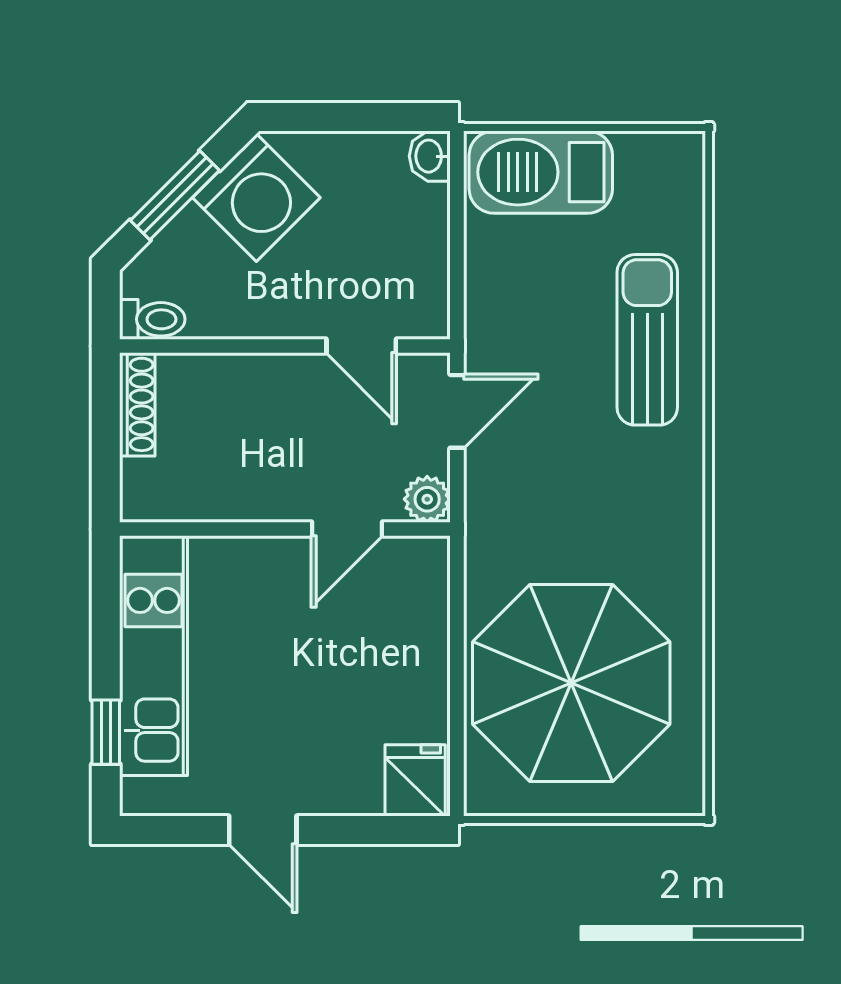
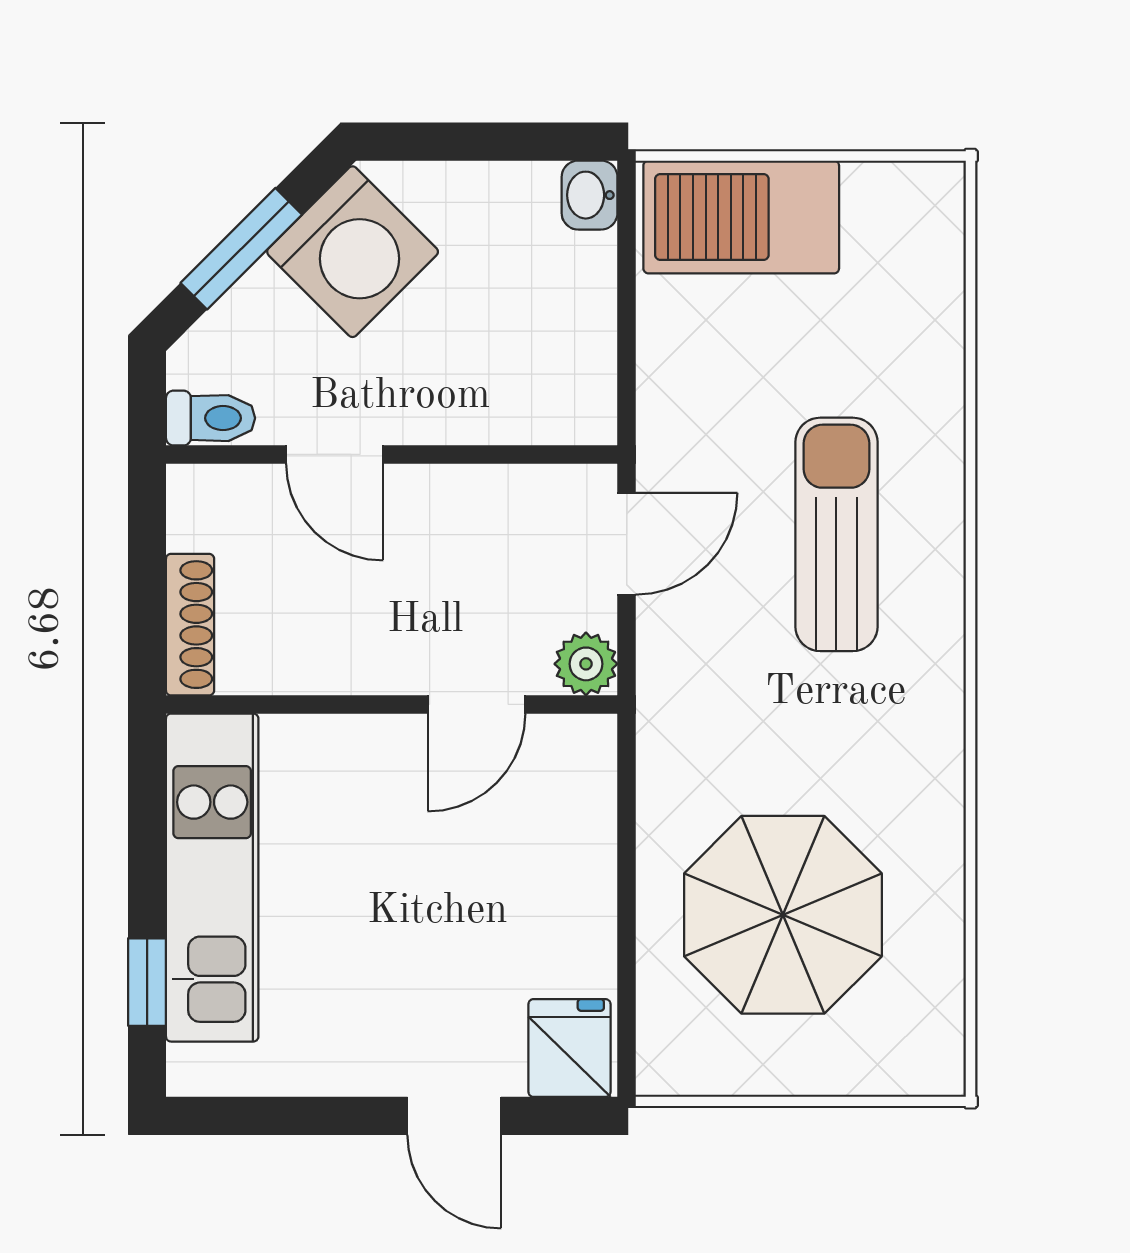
sun lounger: (647, 340) -> (836, 534), moved
door: (361, 346) -> (335, 454), moved
shoe rack: (137, 404) -> (190, 625), moved
parasol: (571, 683) -> (783, 915), width x0.73, depth x0.73
door: (263, 830) -> (454, 1116), moved

